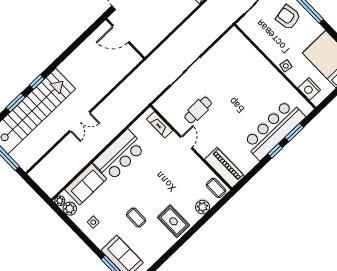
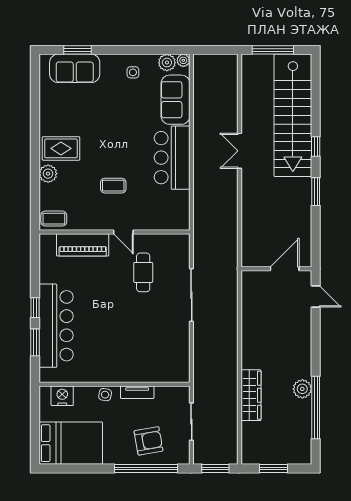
tv unit: (267, 50) -> (137, 392), added
window: (16, 102) -> (316, 192), moved
fireplace: (160, 125) -> (164, 223), removed
piano: (225, 168) -> (83, 245), moved
plant: (203, 207) -> (48, 174), moved
coffee table: (136, 218) -> (113, 186), moved

